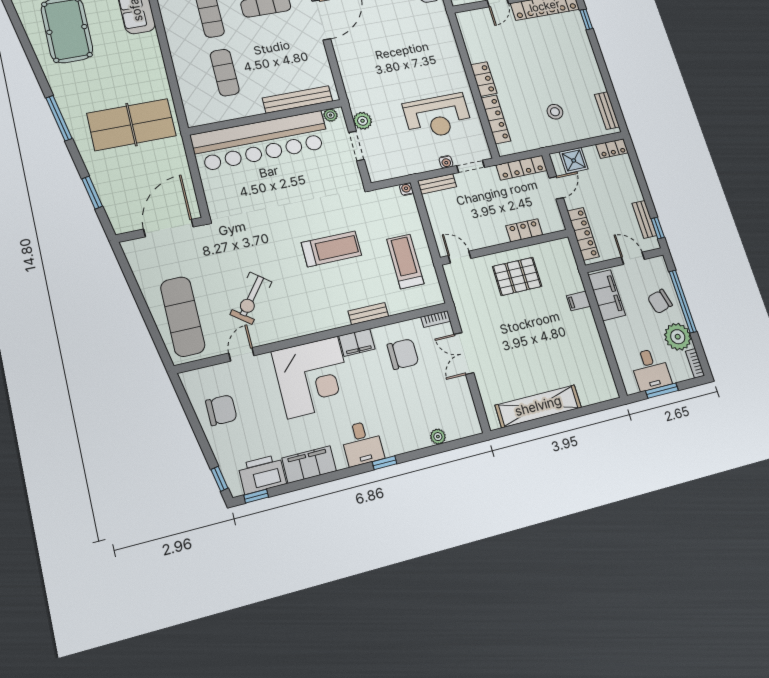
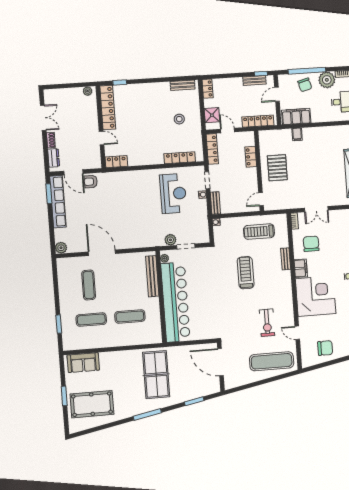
locker: (484, 79) -> (116, 162), moved
exercise bike: (251, 298) -> (267, 323), turned 52
chair: (221, 410) -> (325, 348), turned 90

